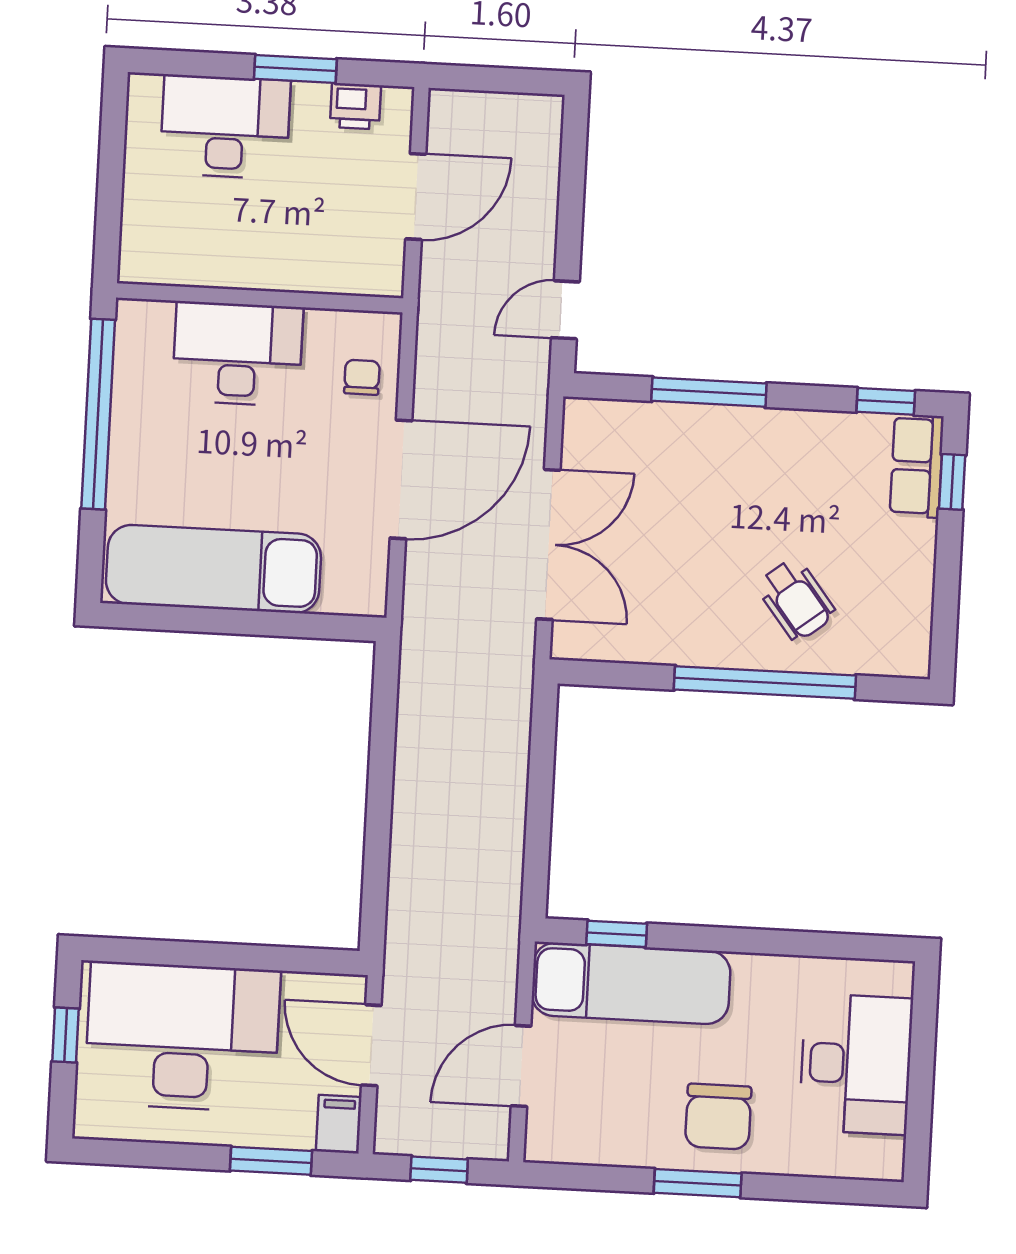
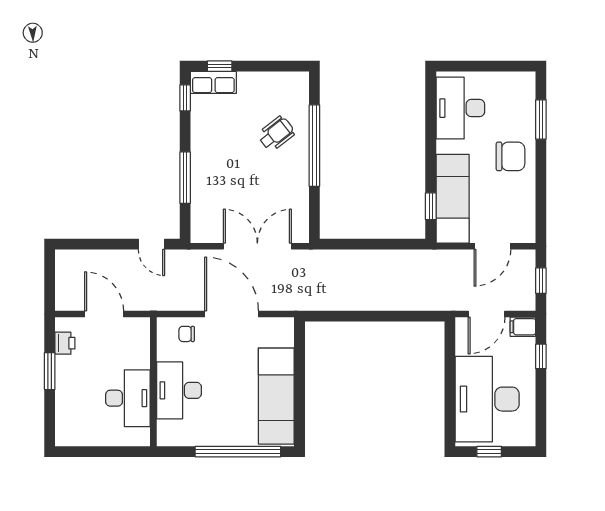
desk: (225, 127) -> (128, 398), moved, turned 180
window: (98, 414) -> (238, 452), moved
desk: (856, 1064) -> (460, 108), moved, turned -90
door: (521, 1066) -> (492, 246), hinge flipped
window: (271, 1161) -> (541, 356), width x0.67
window: (698, 1183) -> (541, 119), moved

